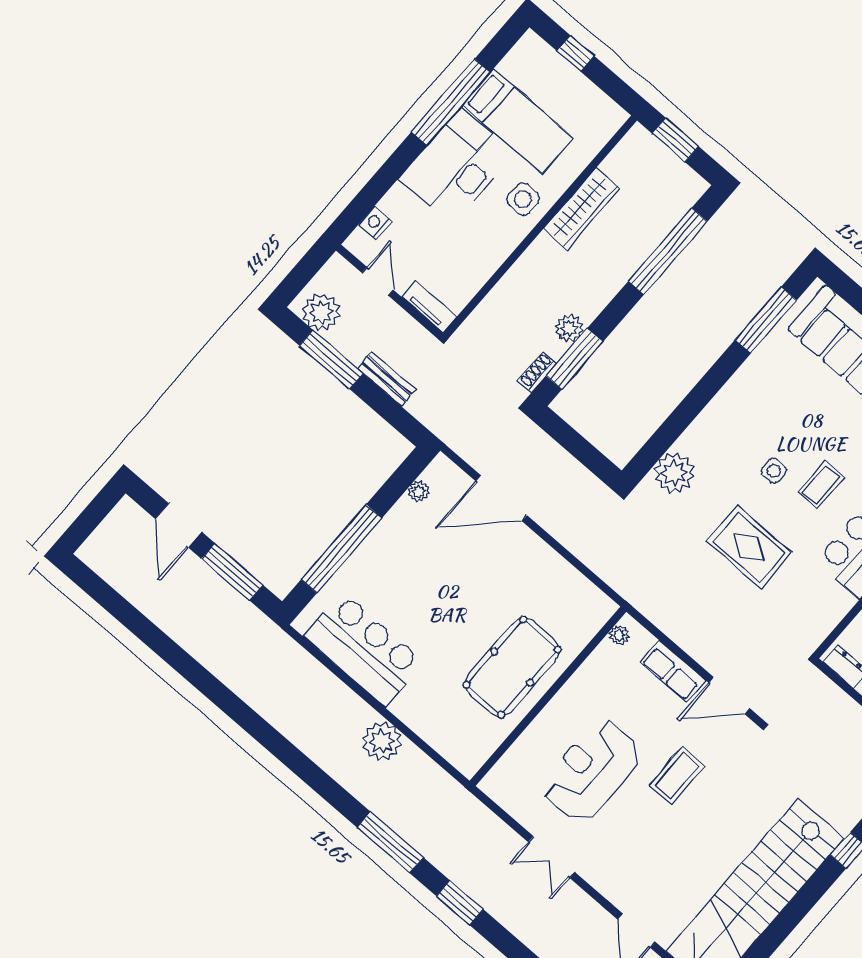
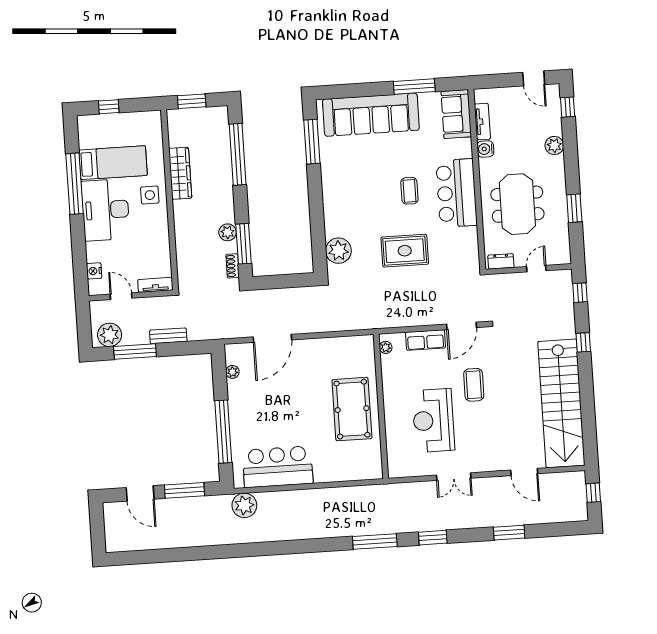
side table: (774, 471) -> (382, 205), removed
plant: (382, 741) -> (244, 505), moved

